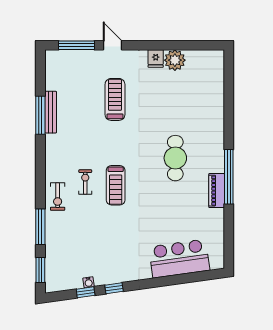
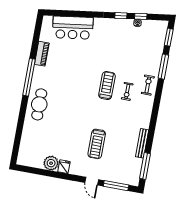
window: (40, 115) -> (145, 166), moved
cafe table: (175, 158) -> (39, 104), moved
piano: (217, 191) -> (42, 54), moved

